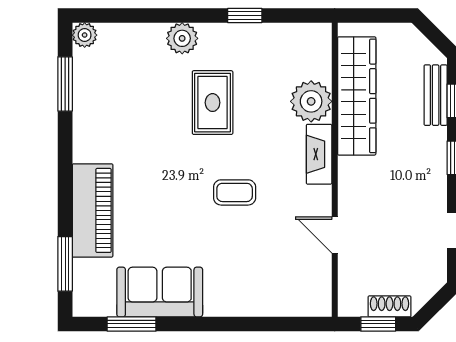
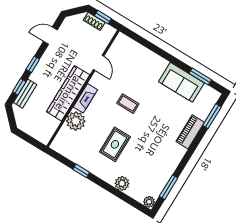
plant: (182, 38) -> (122, 183), moved
wardrobe: (357, 96) -> (68, 93), moved
piano: (93, 210) -> (190, 132), width x0.73, depth x0.75

